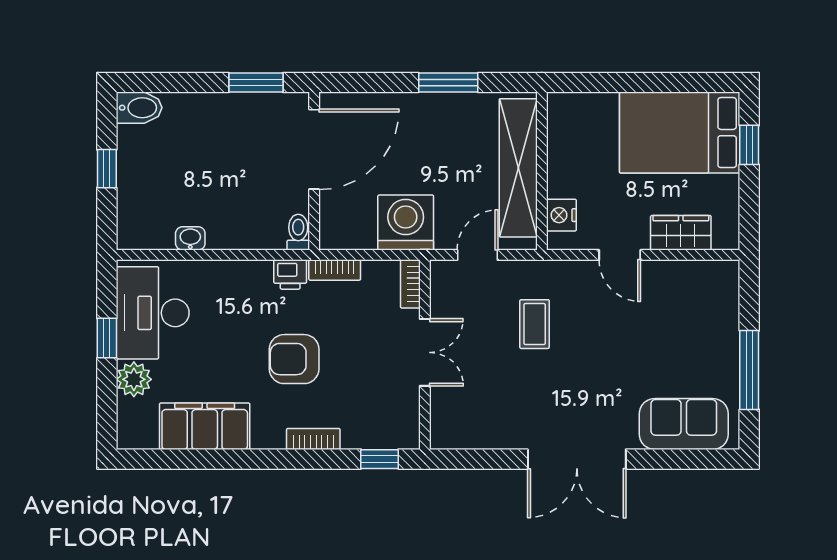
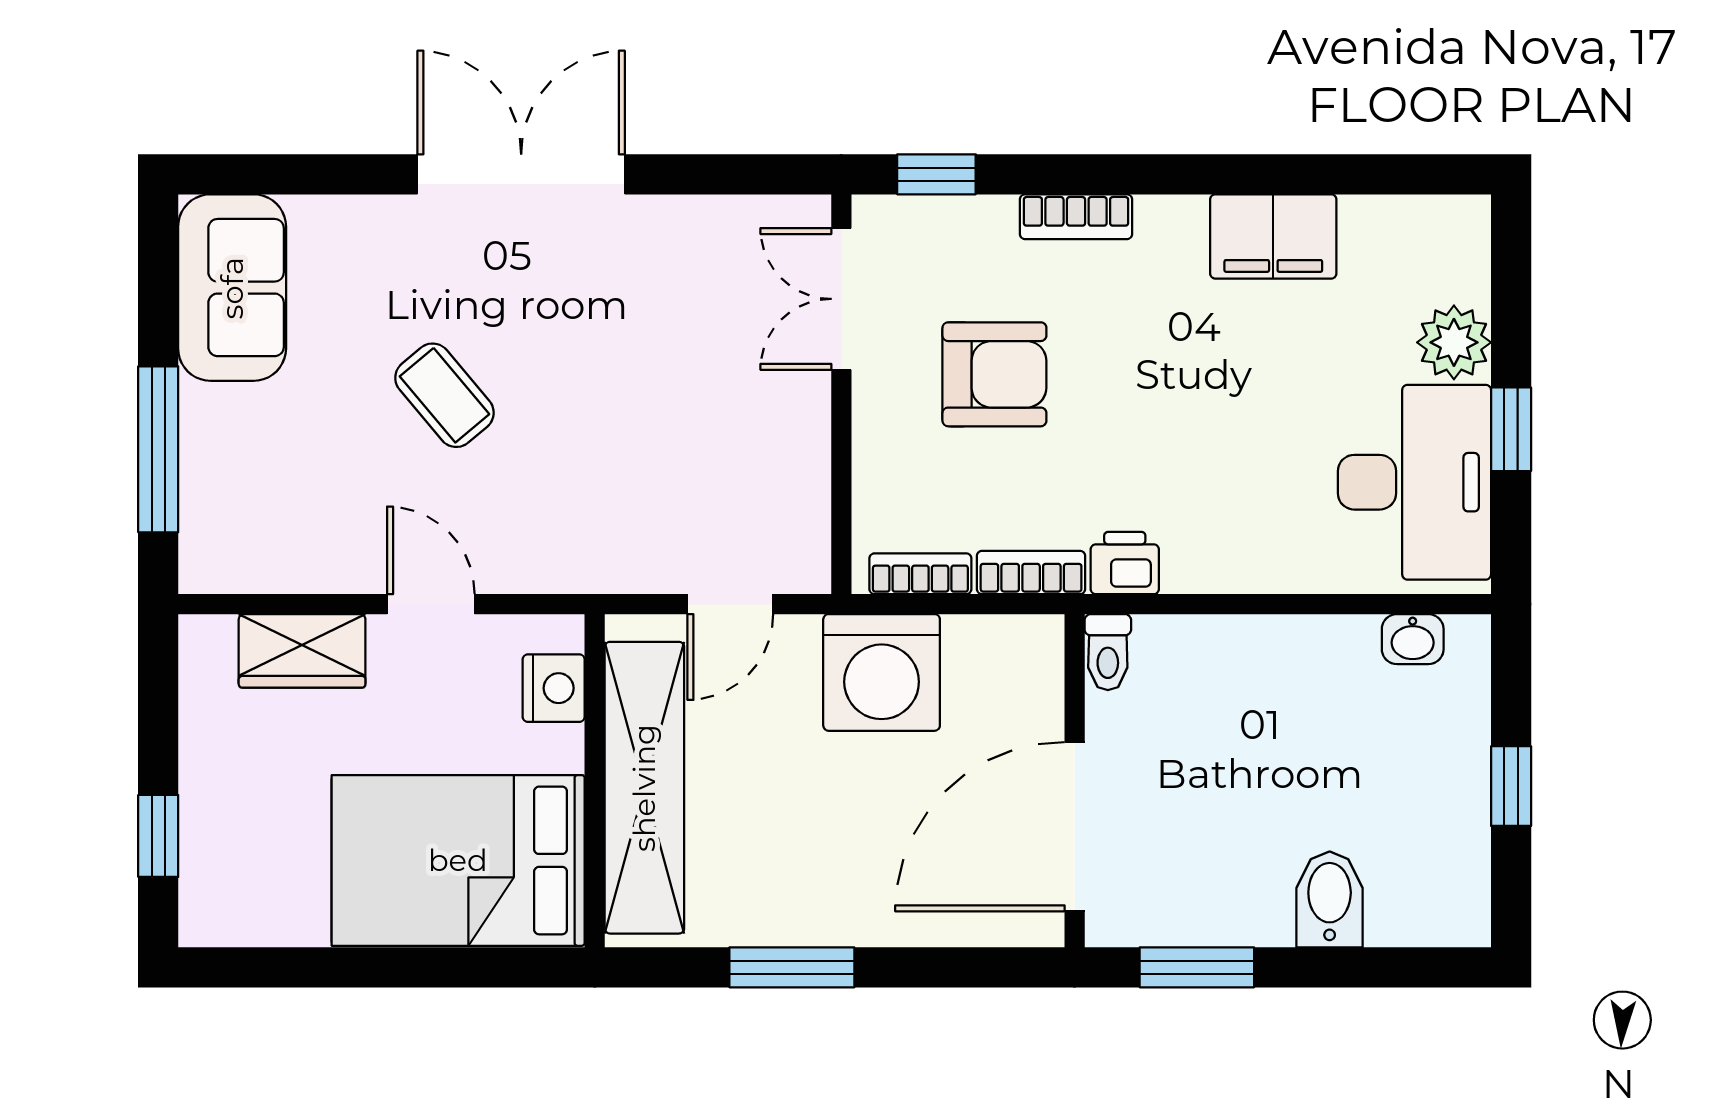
bidet: (139, 108) -> (1330, 899), moved, turned 90
bed: (680, 133) -> (458, 860), moved, turned 180
washbasin: (190, 238) -> (1413, 639), moved
bookcase: (410, 284) -> (920, 574), moved, turned -90
coffee table: (535, 324) -> (444, 395), moved, turned -40
double door: (425, 352) -> (841, 299), moved
armchair: (294, 359) -> (994, 374), moved
window: (749, 370) -> (158, 449), moved
sofa: (684, 424) -> (232, 288), moved, turned -90
filing cabinet: (205, 426) -> (1273, 236), width x0.67, depth x0.86

